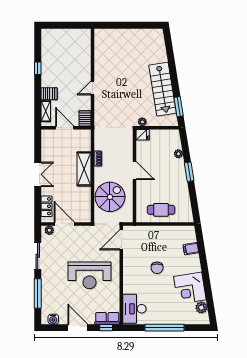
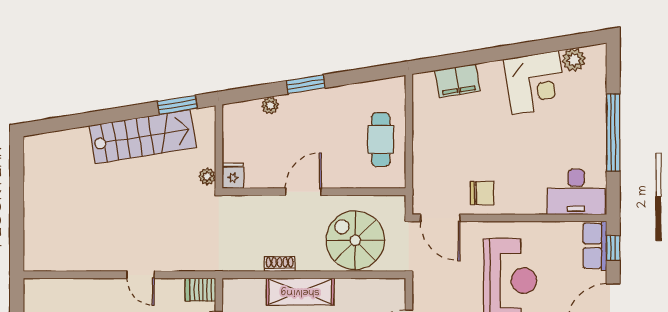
filing cabinet: (191, 249) -> (457, 81), width x2.00
chair: (157, 268) -> (482, 193), moved

